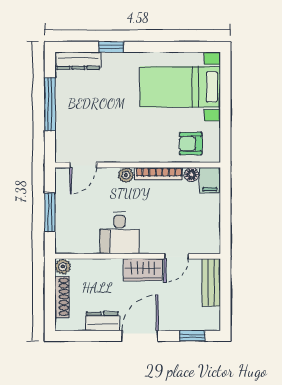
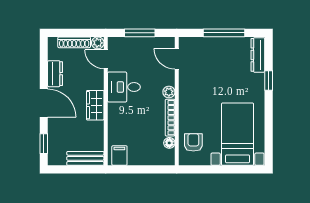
filing cabinet: (210, 180) -> (119, 155), moved, turned 90
door: (176, 256) -> (106, 59), moved

